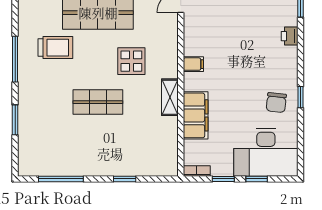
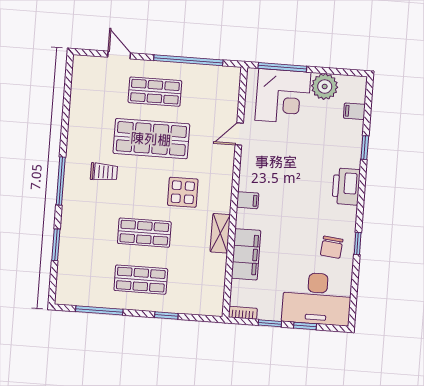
printer: (290, 36) -> (346, 186), width x1.87, depth x1.48
trolley: (55, 48) -> (104, 172), width x0.73, depth x0.72
shop shelf: (98, 147) -> (141, 280), added

